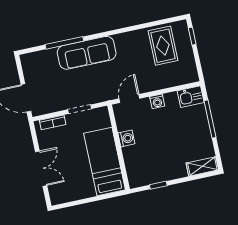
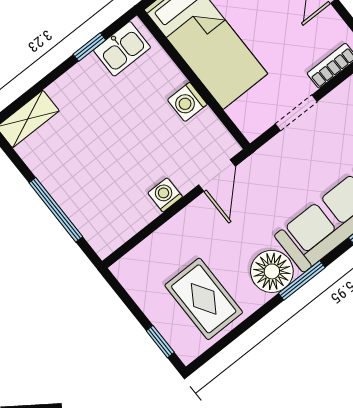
window: (114, 32) -> (302, 280), added
floor lamp: (126, 43) -> (272, 271), added
kitchen sink: (191, 97) -> (122, 49), moved, turned 180

